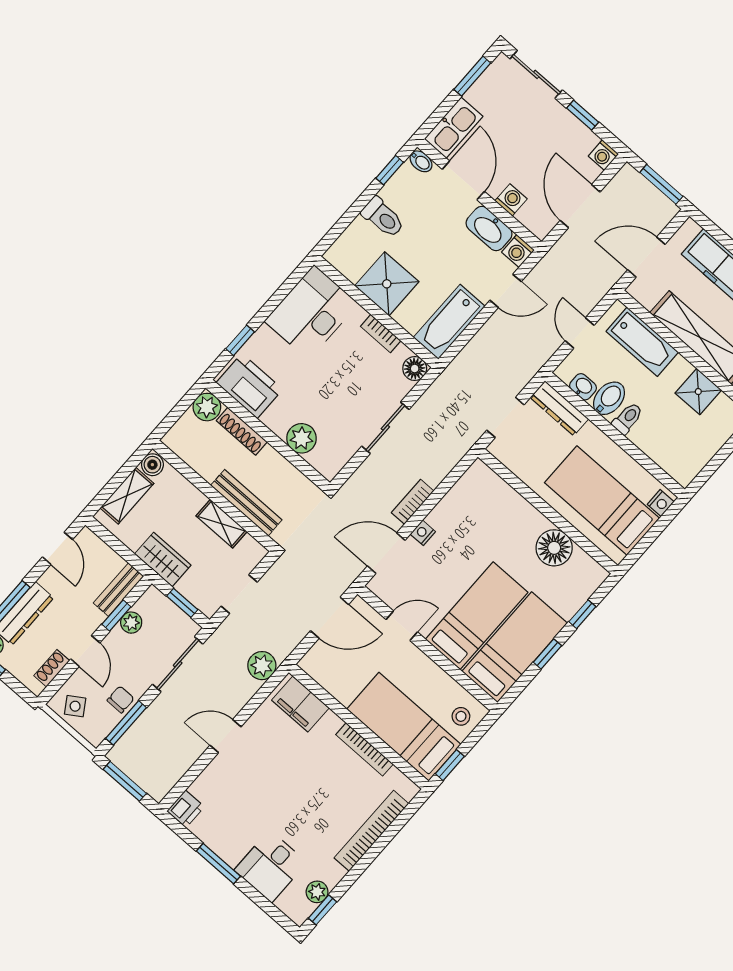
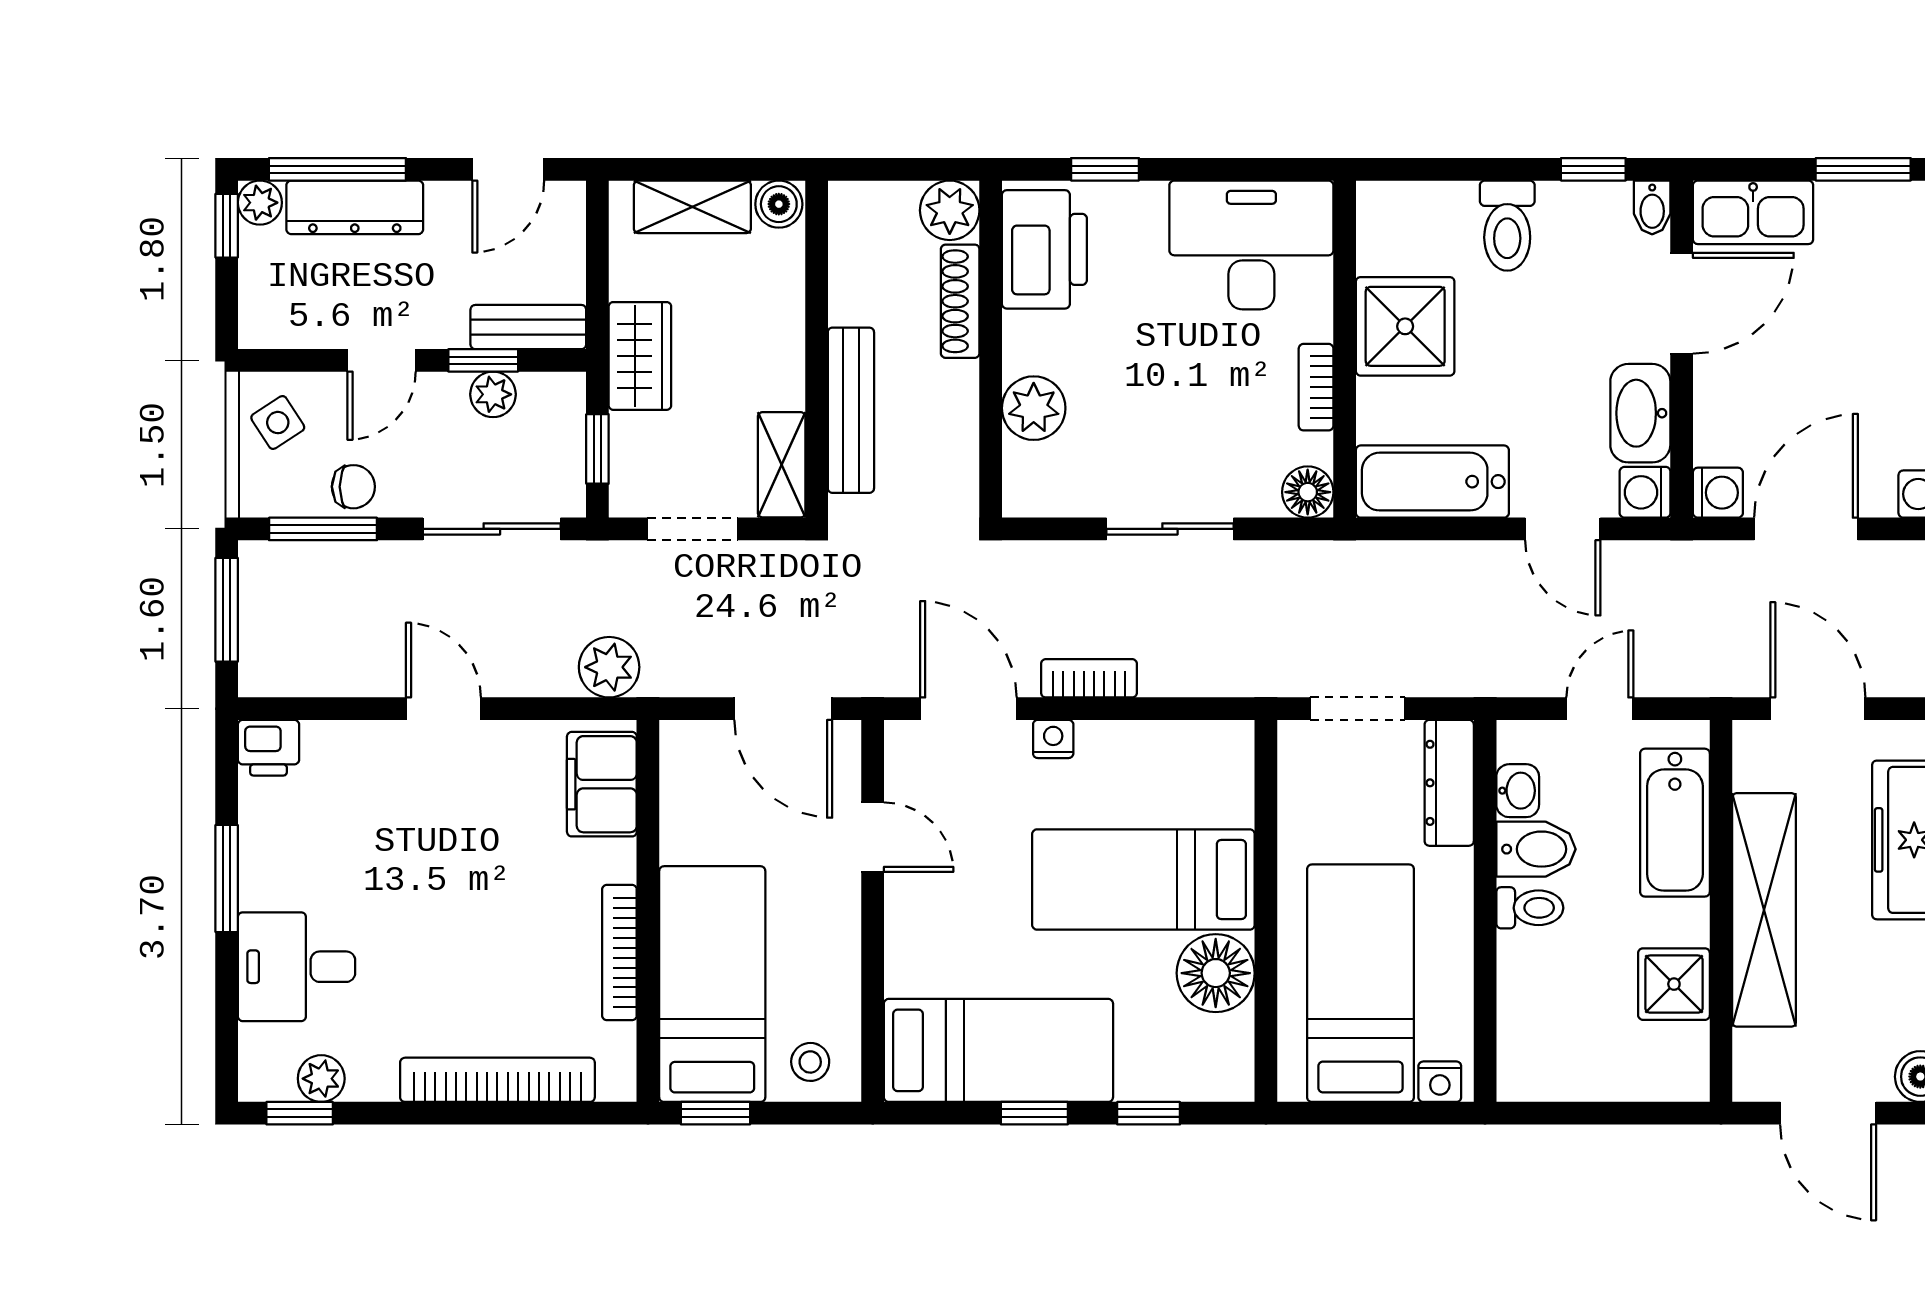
washing machine: (511, 200) -> (1718, 493), moved
shelving: (221, 524) -> (782, 465), moved
bed: (477, 616) -> (1143, 879), moved, turned 180
shoe rack: (52, 668) -> (306, 331), removed

